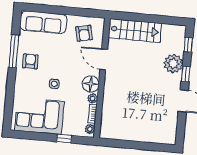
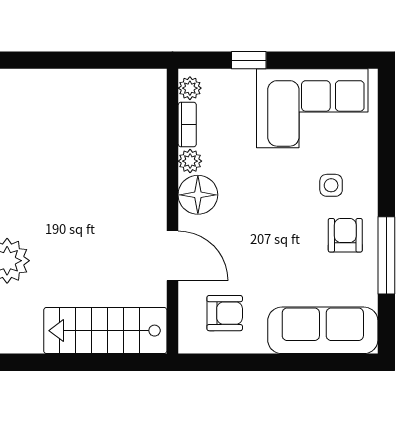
armchair: (84, 33) -> (225, 313), turned 102
armchair: (30, 61) -> (345, 235), turned 180
side table: (54, 84) -> (331, 185), moved

